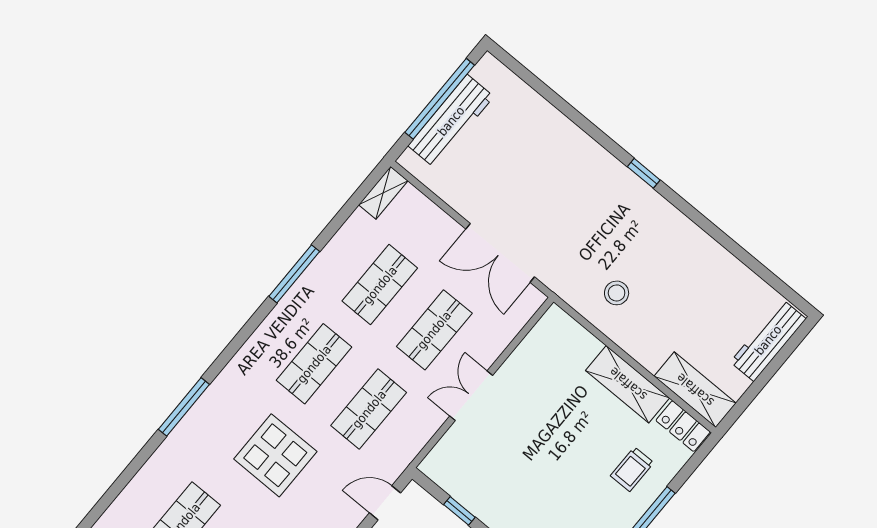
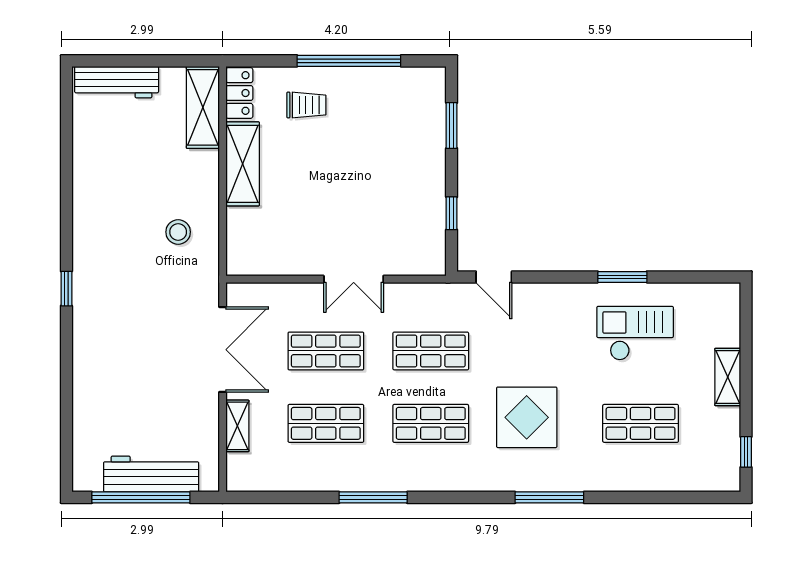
shelving: (383, 193) -> (237, 426), moved, turned 90
display table: (275, 455) -> (527, 417), moved

